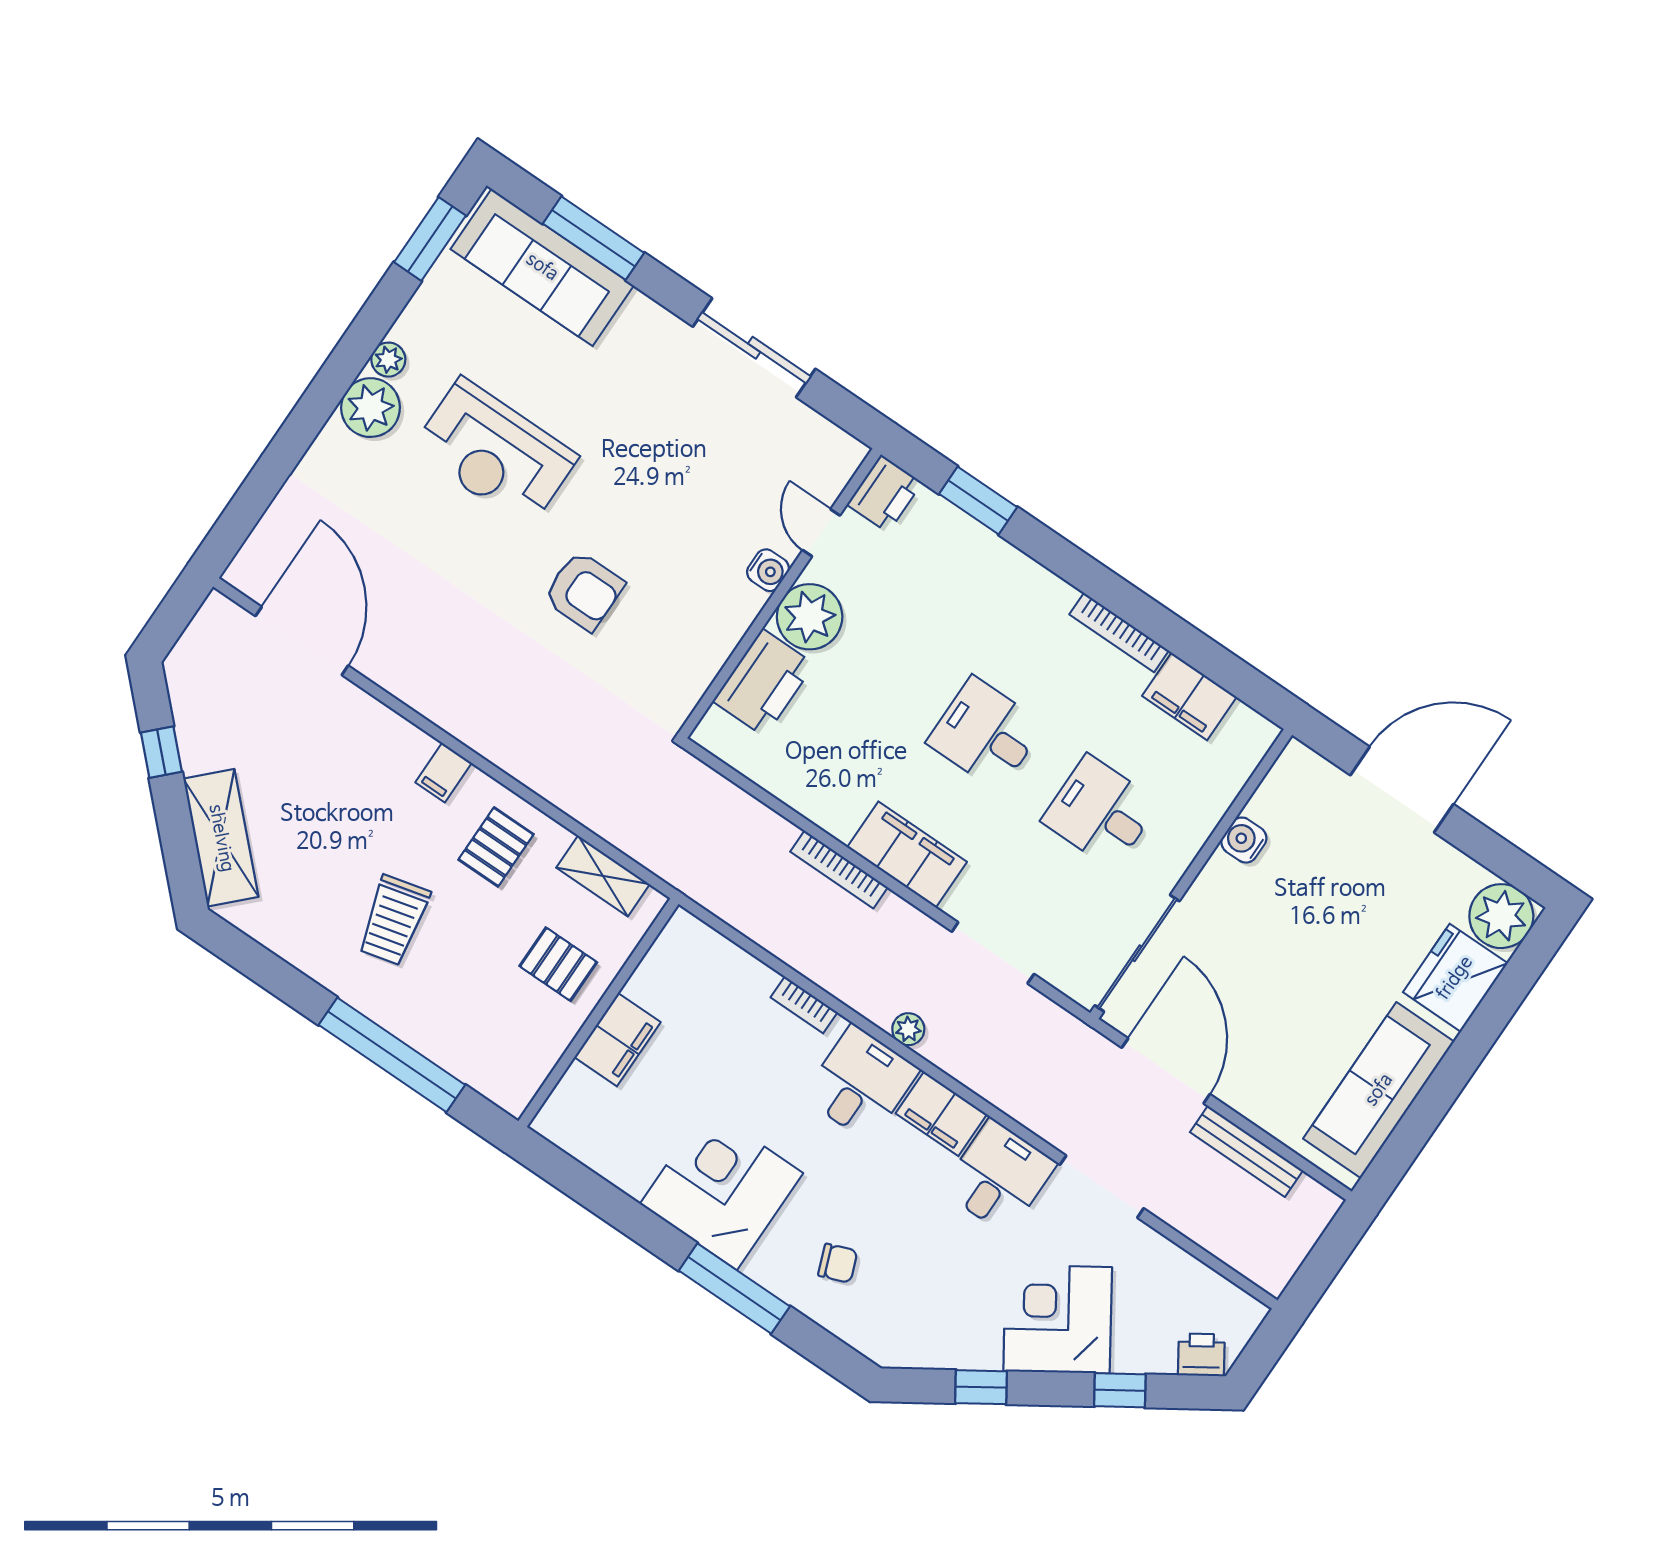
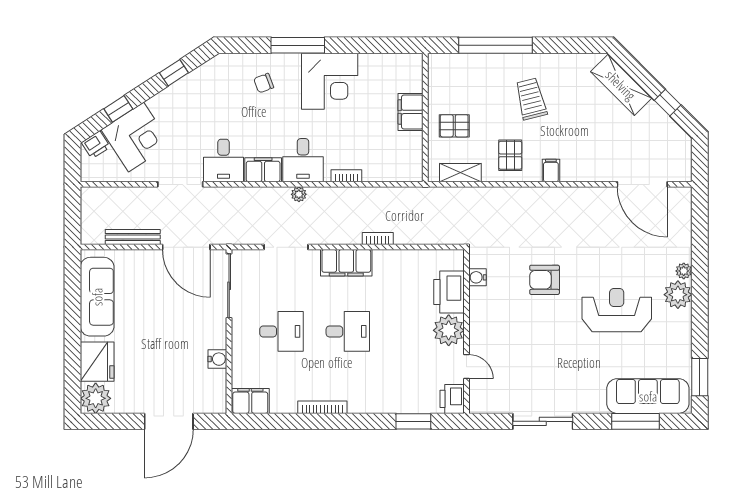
plant: (388, 360) -> (684, 271), moved
water cooler: (768, 570) -> (478, 277), moved
filing cabinet: (1189, 696) -> (250, 401), moved
bookcase: (839, 870) -> (378, 239), width x0.64
corner desk: (1058, 1319) -> (136, 137), moved

